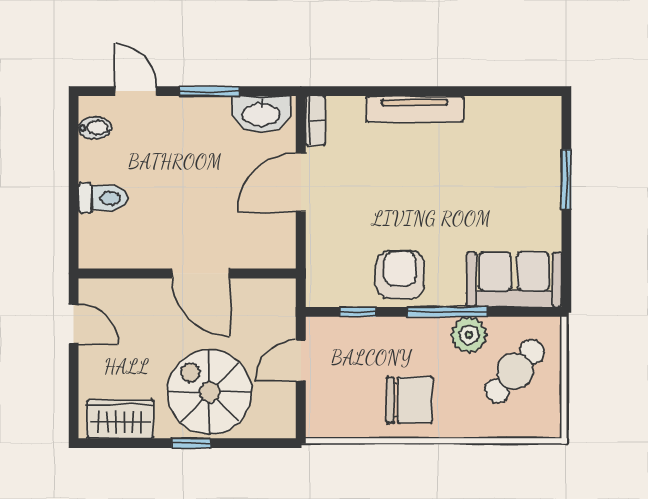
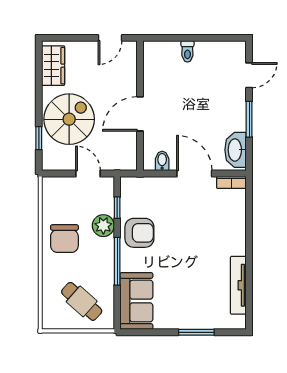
tv unit: (415, 109) -> (238, 285), moved
bidet: (95, 128) -> (162, 161), moved, turned 180
toilet: (103, 198) -> (187, 51), width x0.73, depth x0.72
plant: (469, 335) -> (103, 226), moved
window: (191, 443) -> (39, 138), moved

